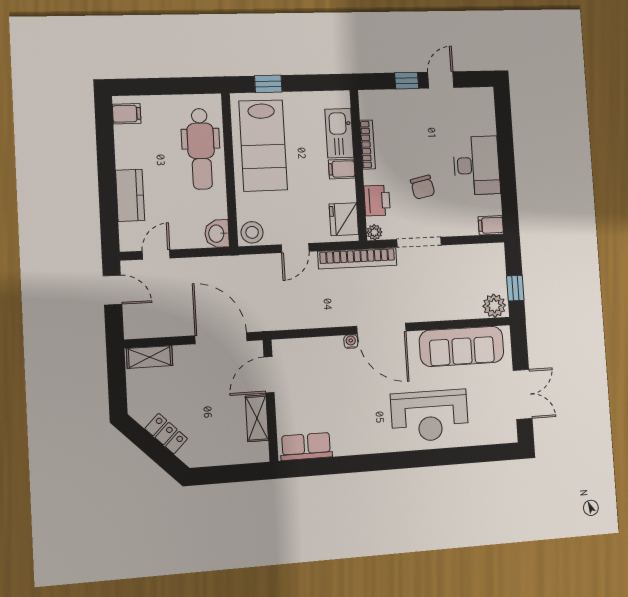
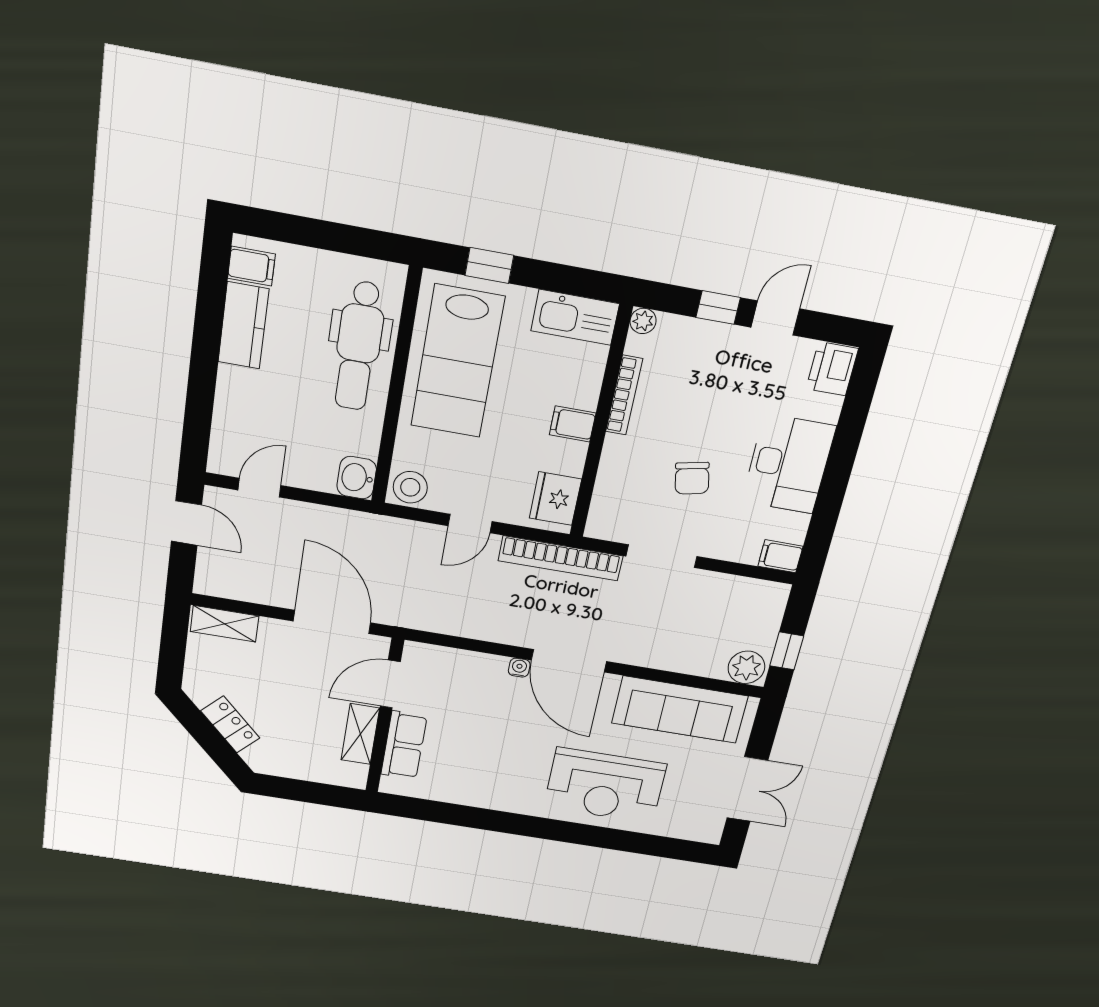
kitchen sink: (339, 133) -> (575, 317), moved, turned -90
kitchen counter: (130, 195) -> (243, 326), moved
printer: (377, 201) -> (832, 369), moved, turned 180
plant: (374, 232) -> (643, 321), moved
row of seats: (306, 446) -> (404, 745), moved, turned 90

